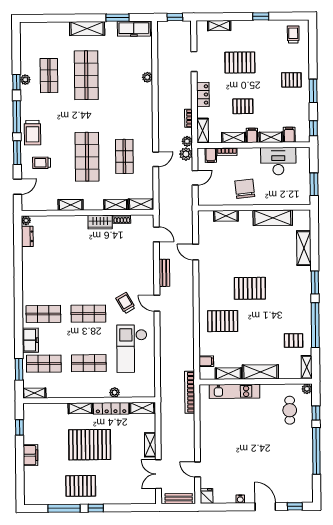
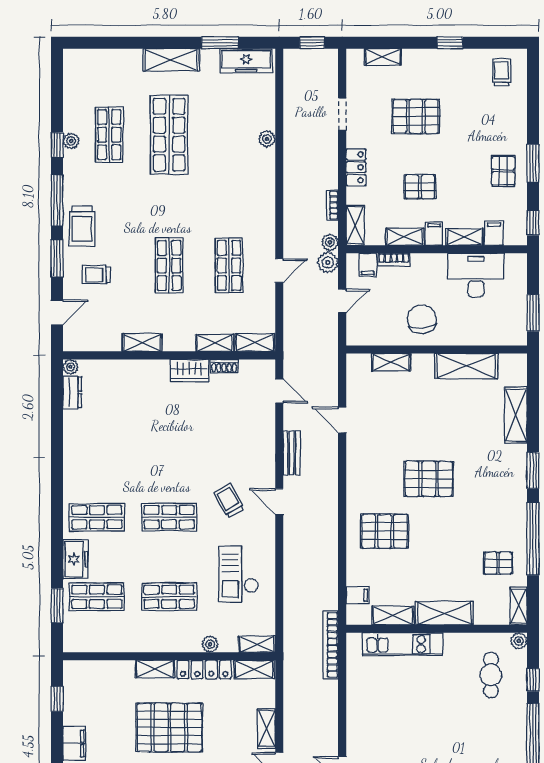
pallet: (291, 80) -> (503, 171), moved, turned 90
shop shelf: (87, 157) -> (169, 265), width x0.70, depth x0.74
checkout: (132, 349) -> (238, 574), width x0.73, depth x0.83
shelving: (34, 393) -> (257, 644), moved

